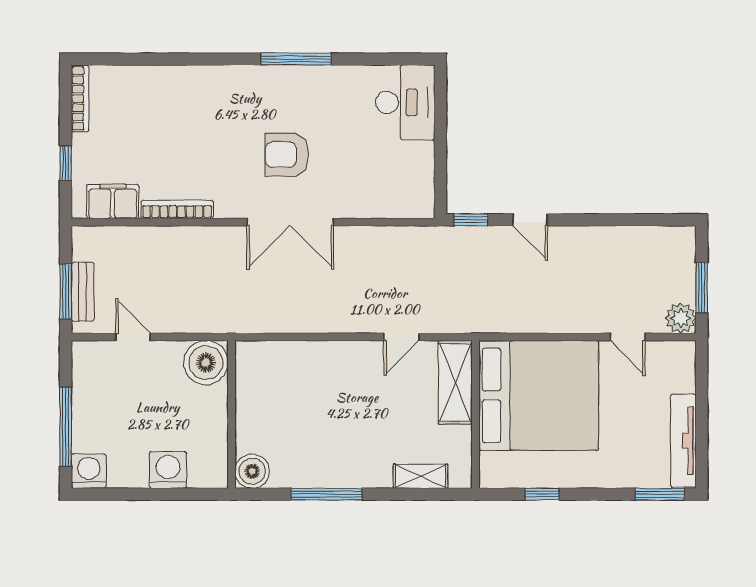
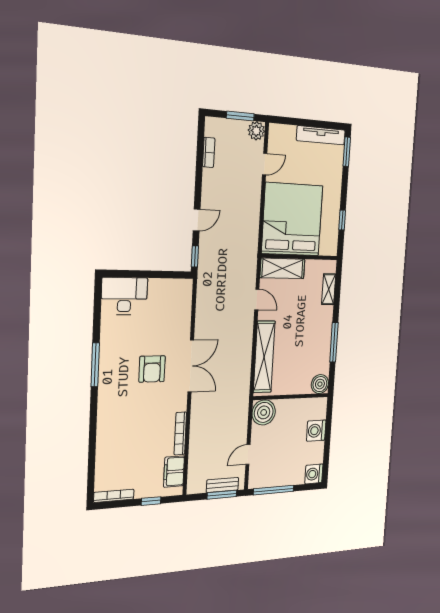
bookcase: (639, 235) -> (209, 152), added
shelving: (303, 357) -> (264, 357), added
window: (66, 427) -> (274, 490), moved

